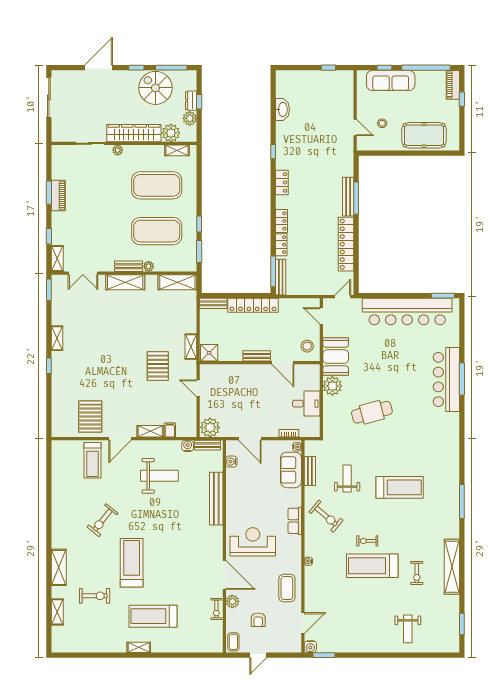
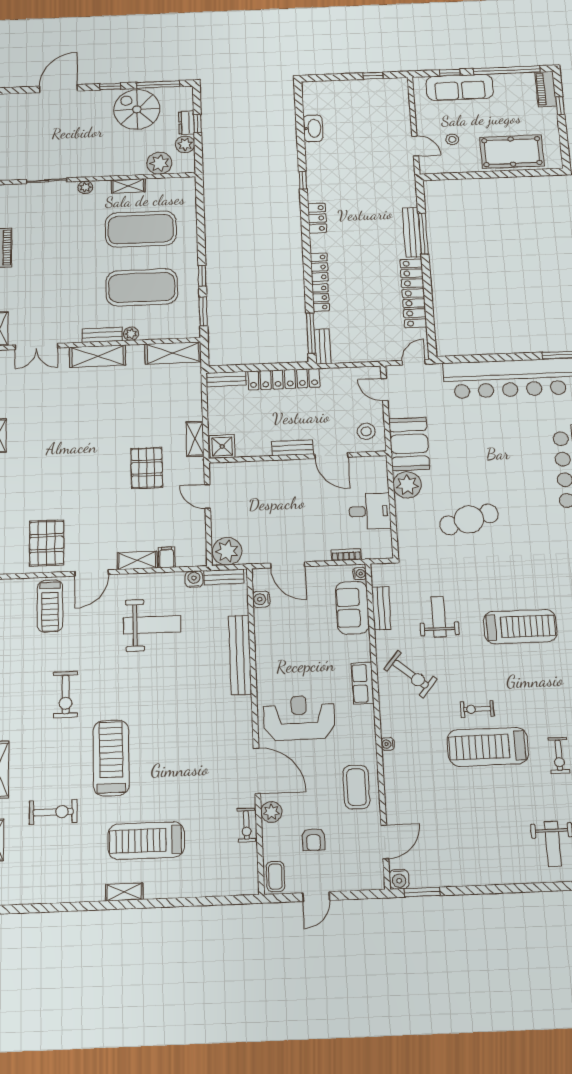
wardrobe: (134, 133) -> (108, 166), removed
shelving: (177, 150) -> (128, 186), moved
bench: (281, 277) -> (322, 346), width x0.73
exercise bike: (103, 520) -> (66, 695), turned -39

